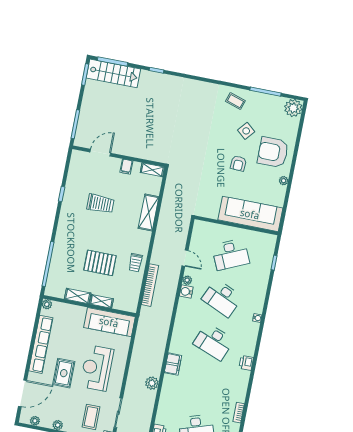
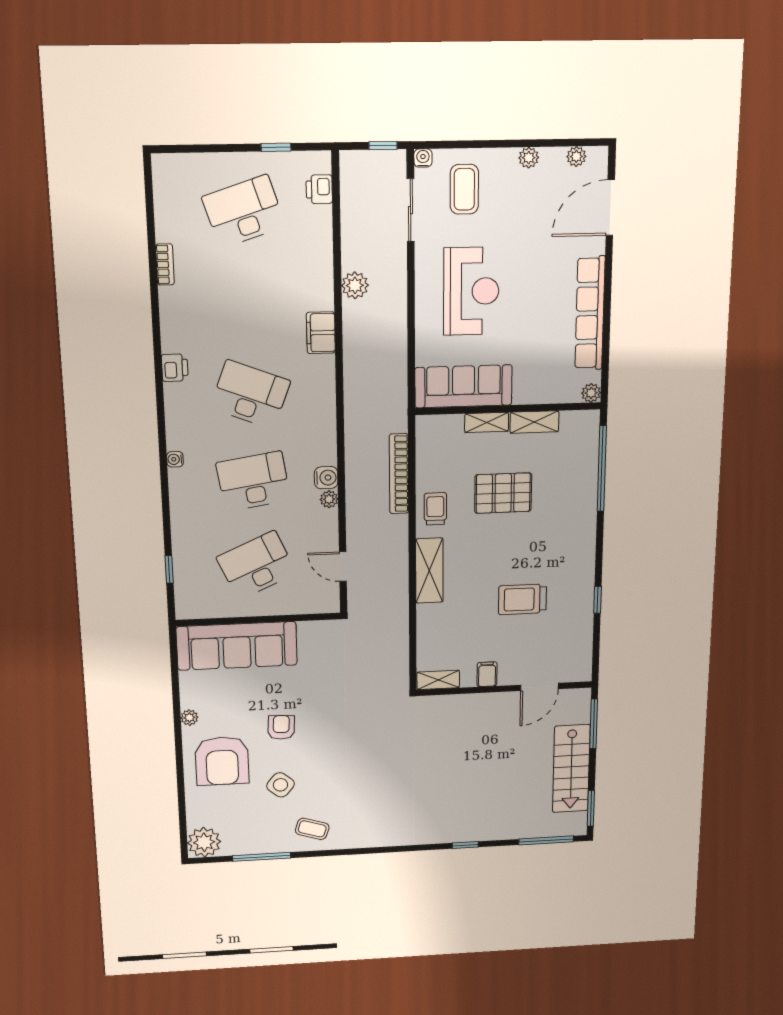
stairs: (113, 73) -> (571, 769), moved, turned -90
armchair: (273, 152) -> (222, 761), turned 90
shelving: (149, 212) -> (429, 571), moved
door: (185, 258) -> (343, 567), moved
desk: (222, 298) -> (253, 481), turned -33
rug: (64, 373) -> (535, 266), removed

